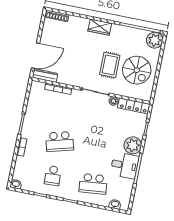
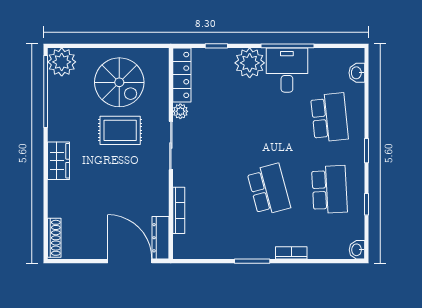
spiral stairs: (137, 70) -> (119, 82), turned 90
school desk: (53, 176) -> (329, 189), width x1.85

